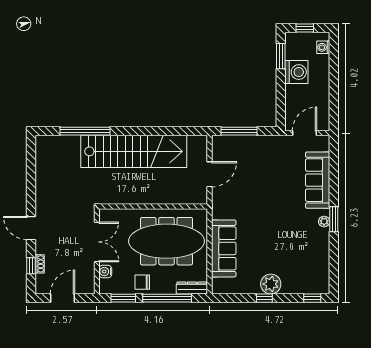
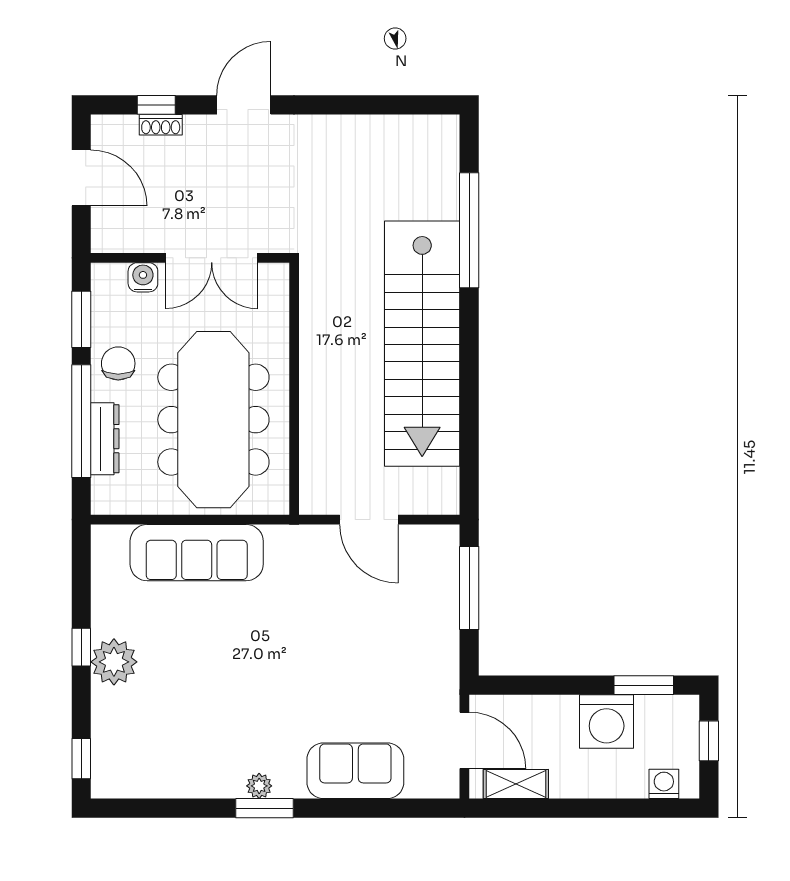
shelving: (323, 111) -> (516, 784), added
sofa: (318, 180) -> (355, 771), width x0.73
dresser: (192, 288) -> (105, 439), moved

